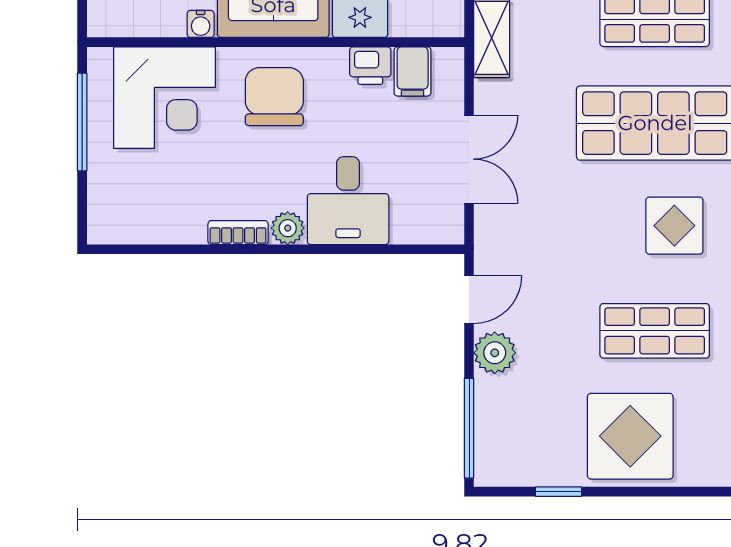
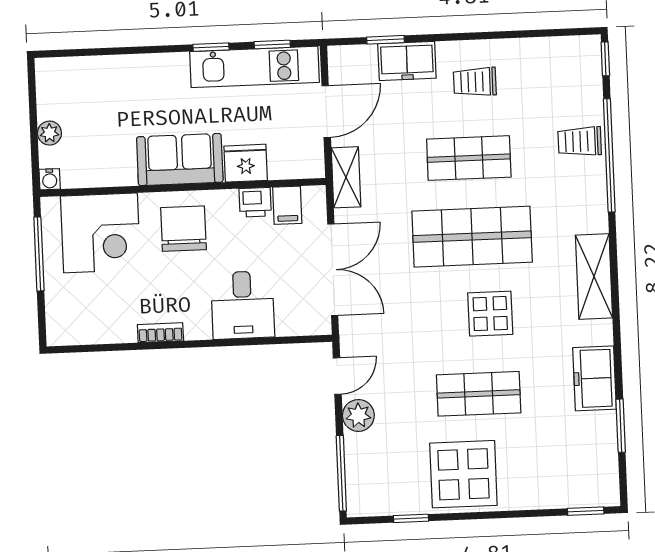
water cooler: (201, 24) -> (50, 179), moved
double door: (469, 159) -> (333, 270), width x1.37
plant: (288, 228) -> (198, 328), removed

